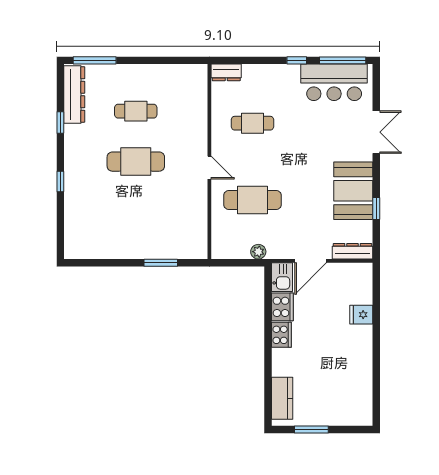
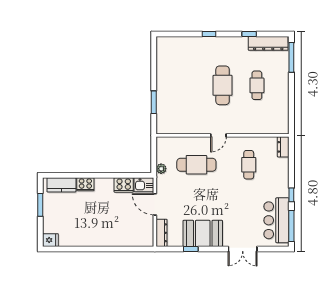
cafe table: (252, 200) -> (196, 165), turned 90
fridge: (361, 315) -> (50, 240), moved, turned 90
cooker: (281, 335) -> (85, 184), moved

